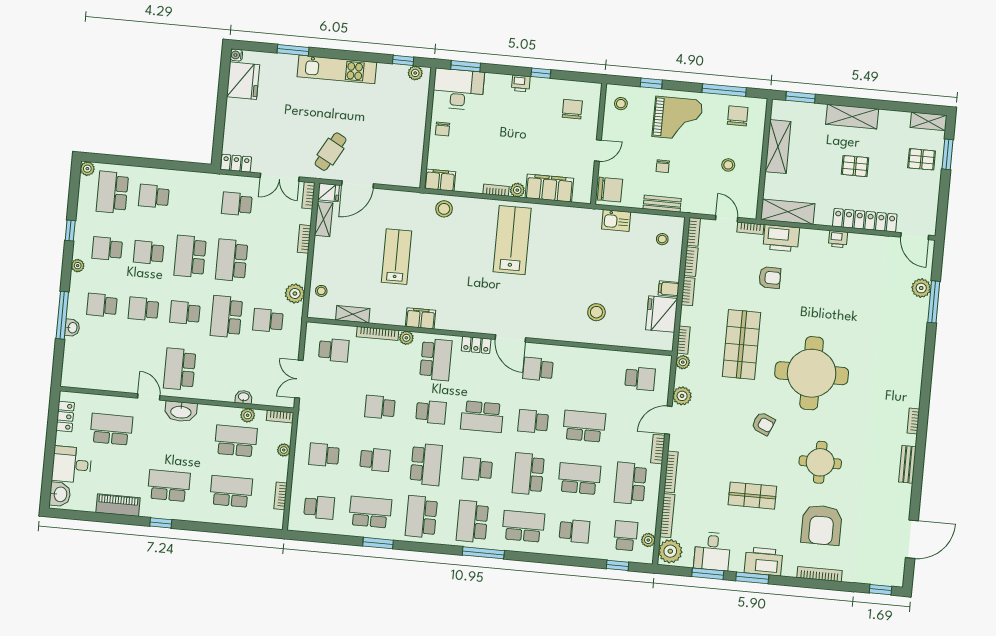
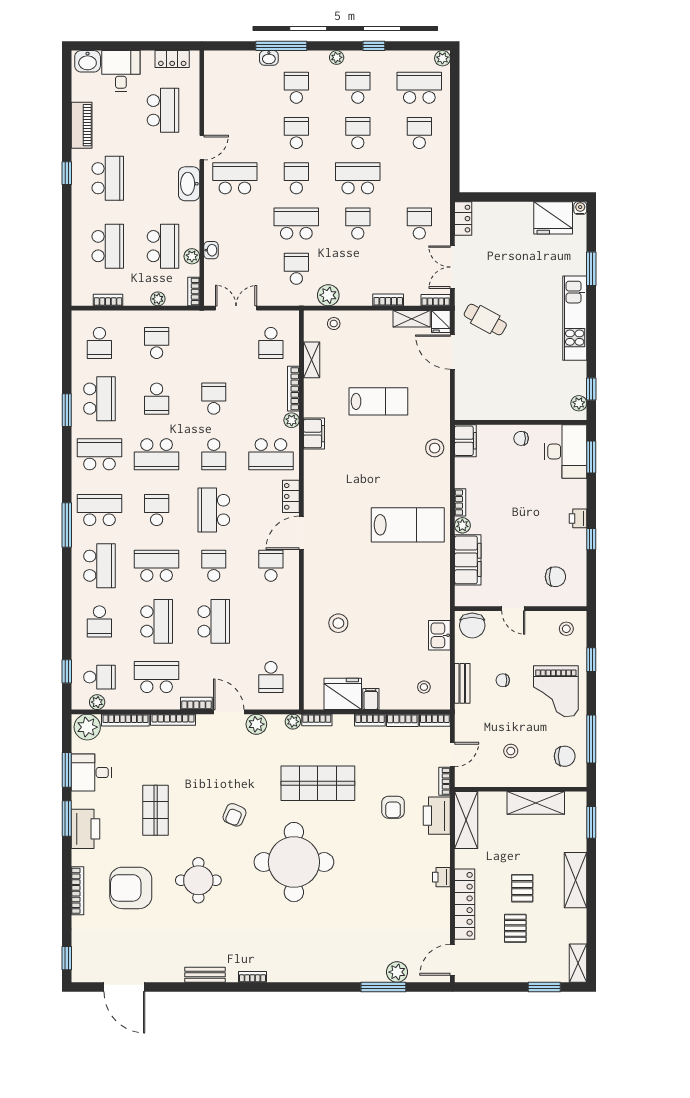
pallet: (922, 159) -> (515, 928), moved
school desk: (232, 260) -> (358, 223), width x0.54

